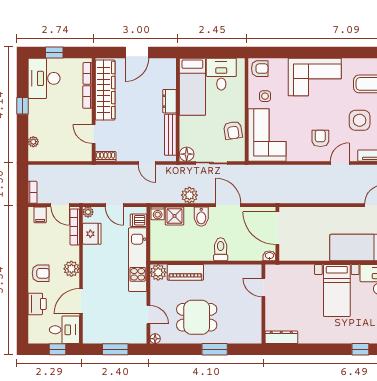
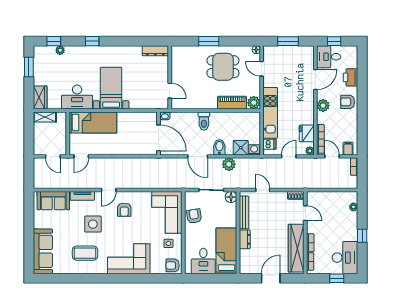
door: (114, 205) -> (289, 156), hinge flipped

